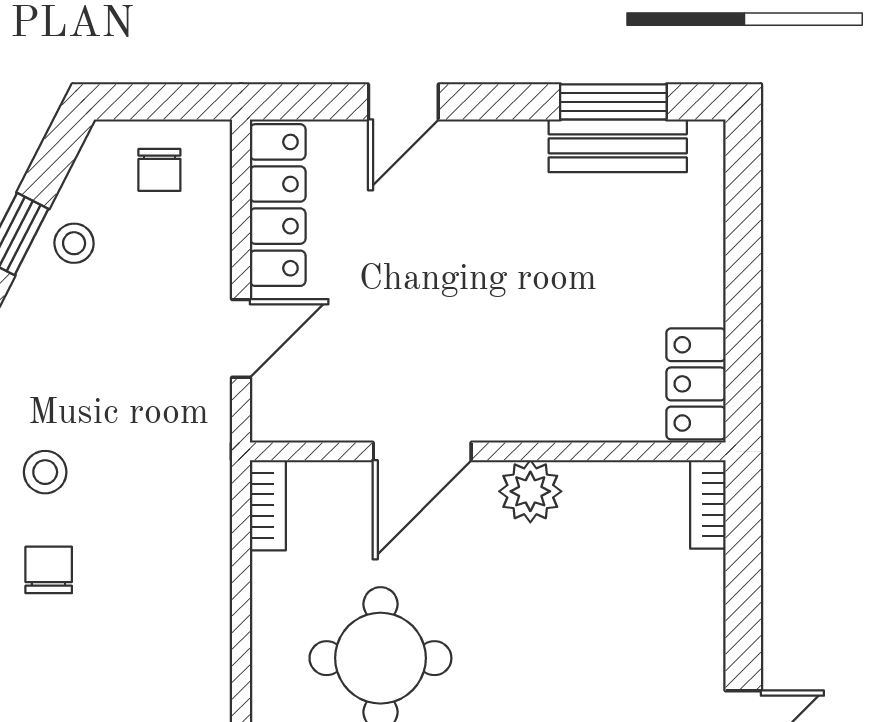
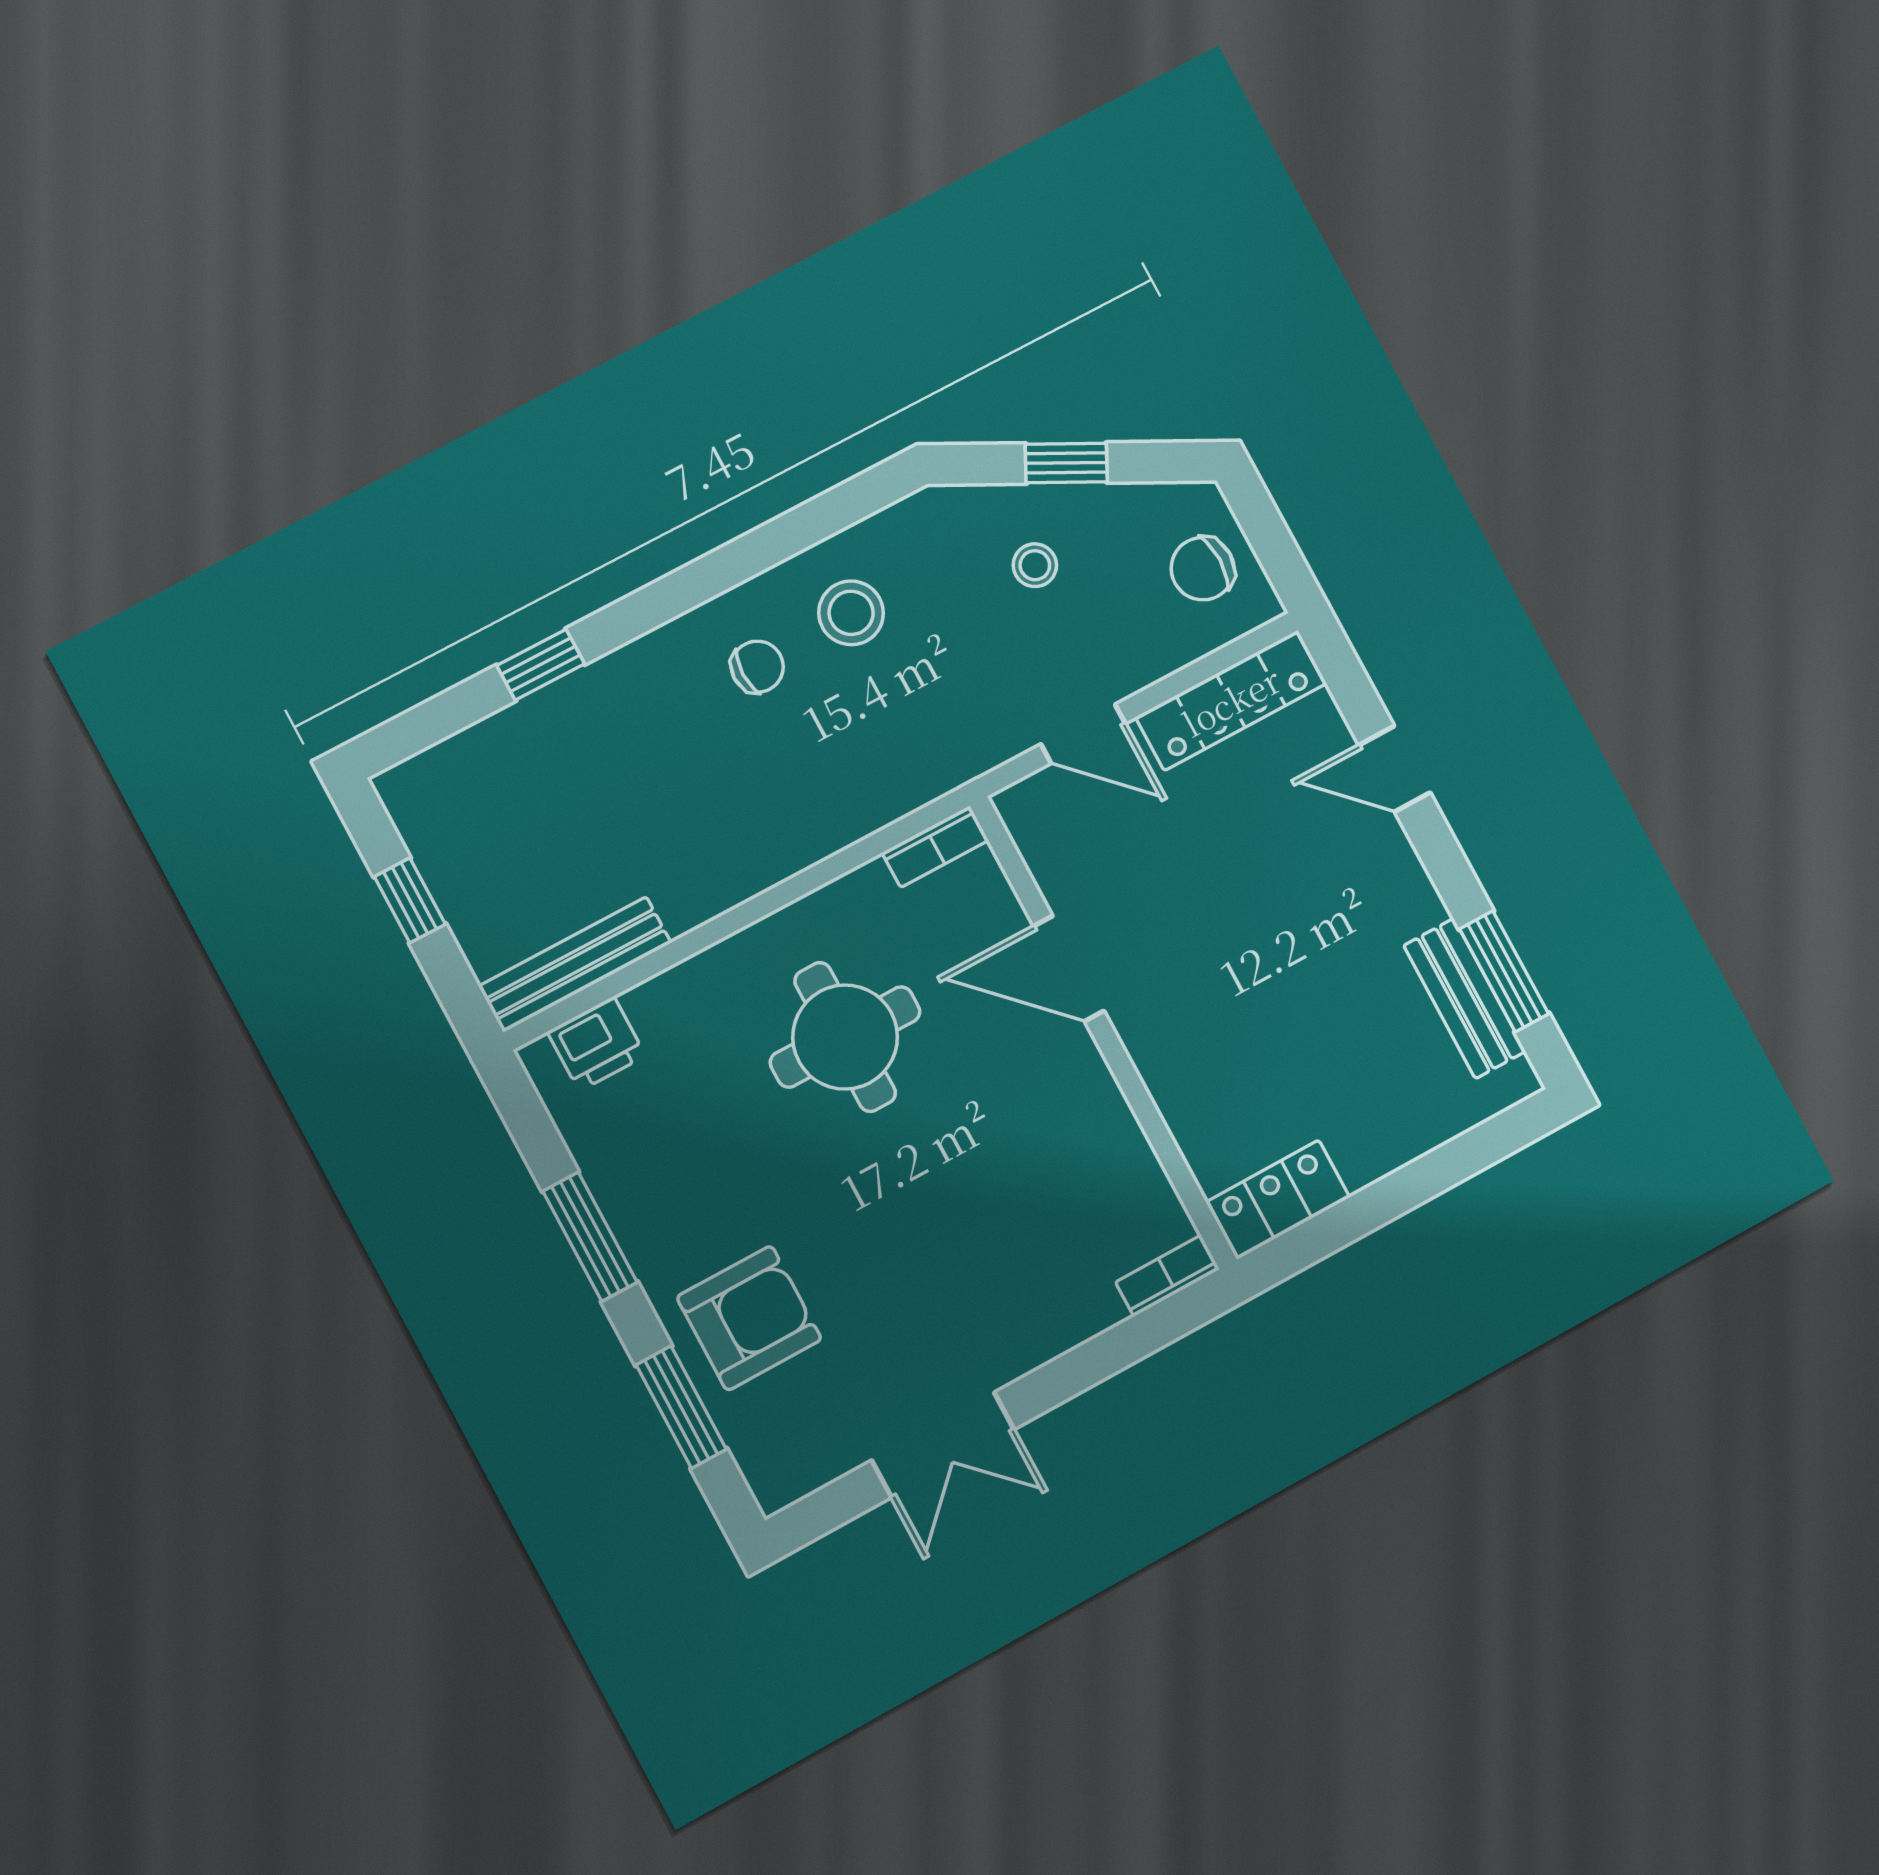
chair: (159, 170) -> (1203, 569), width x1.37, depth x1.37
stool: (74, 243) -> (1035, 565), moved
stool: (45, 472) -> (851, 613), width x1.37, depth x1.37
plant: (530, 491) -> (1087, 1095), removed

